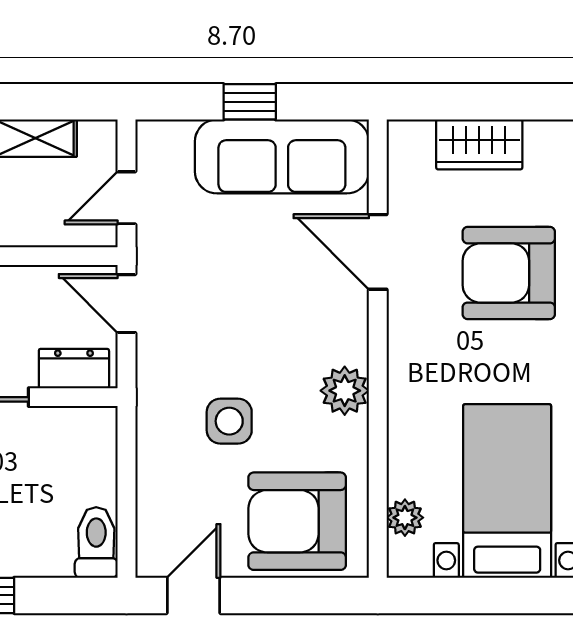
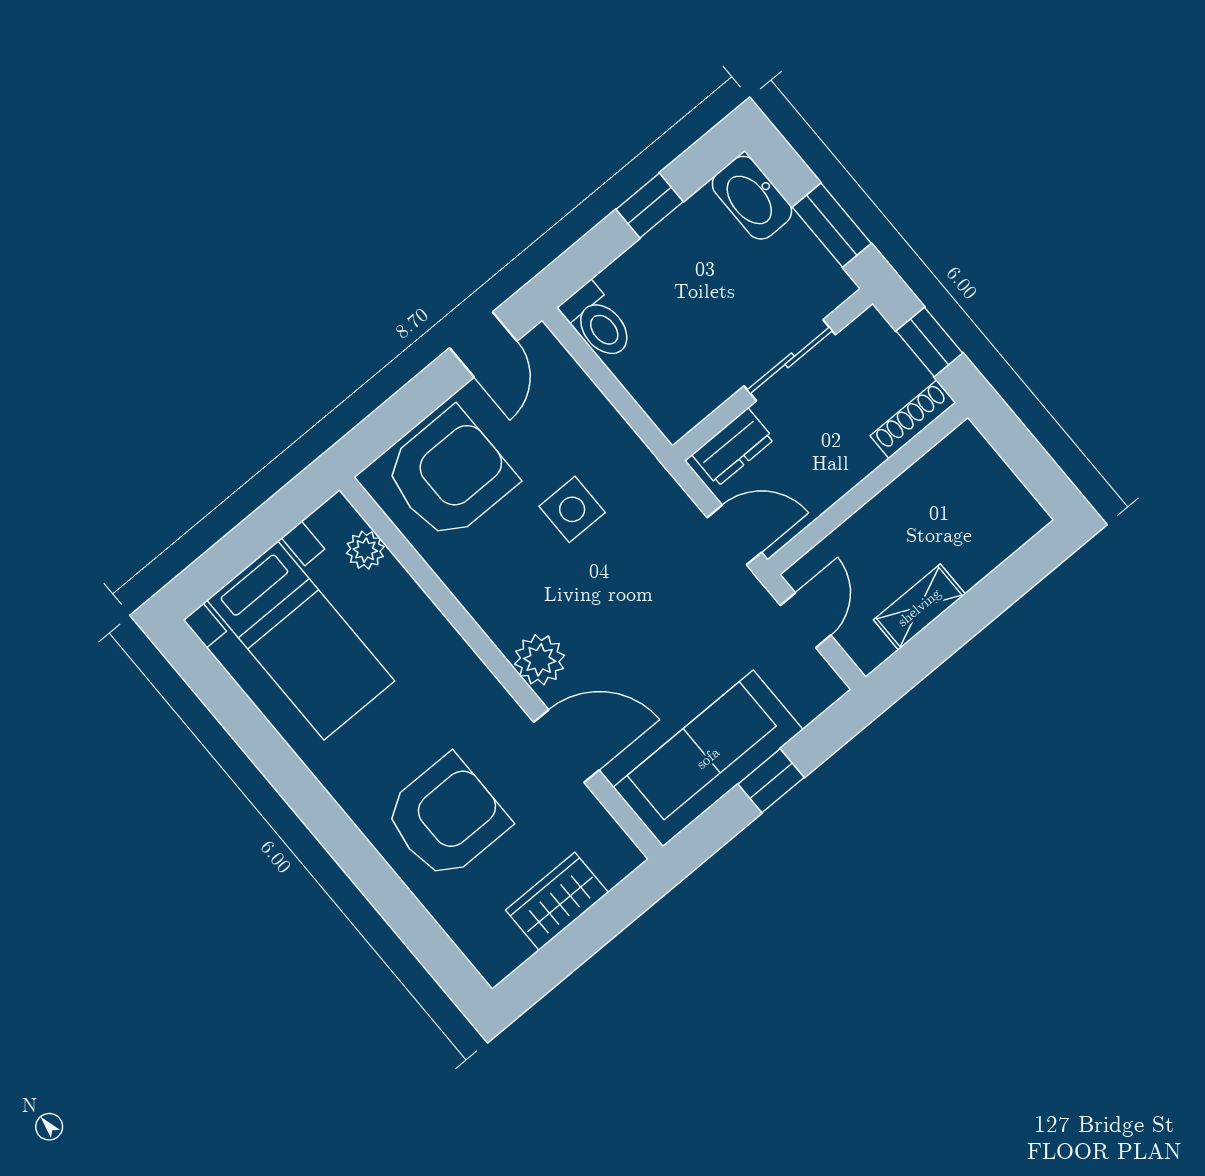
plant: (345, 391) -> (540, 660), moved

